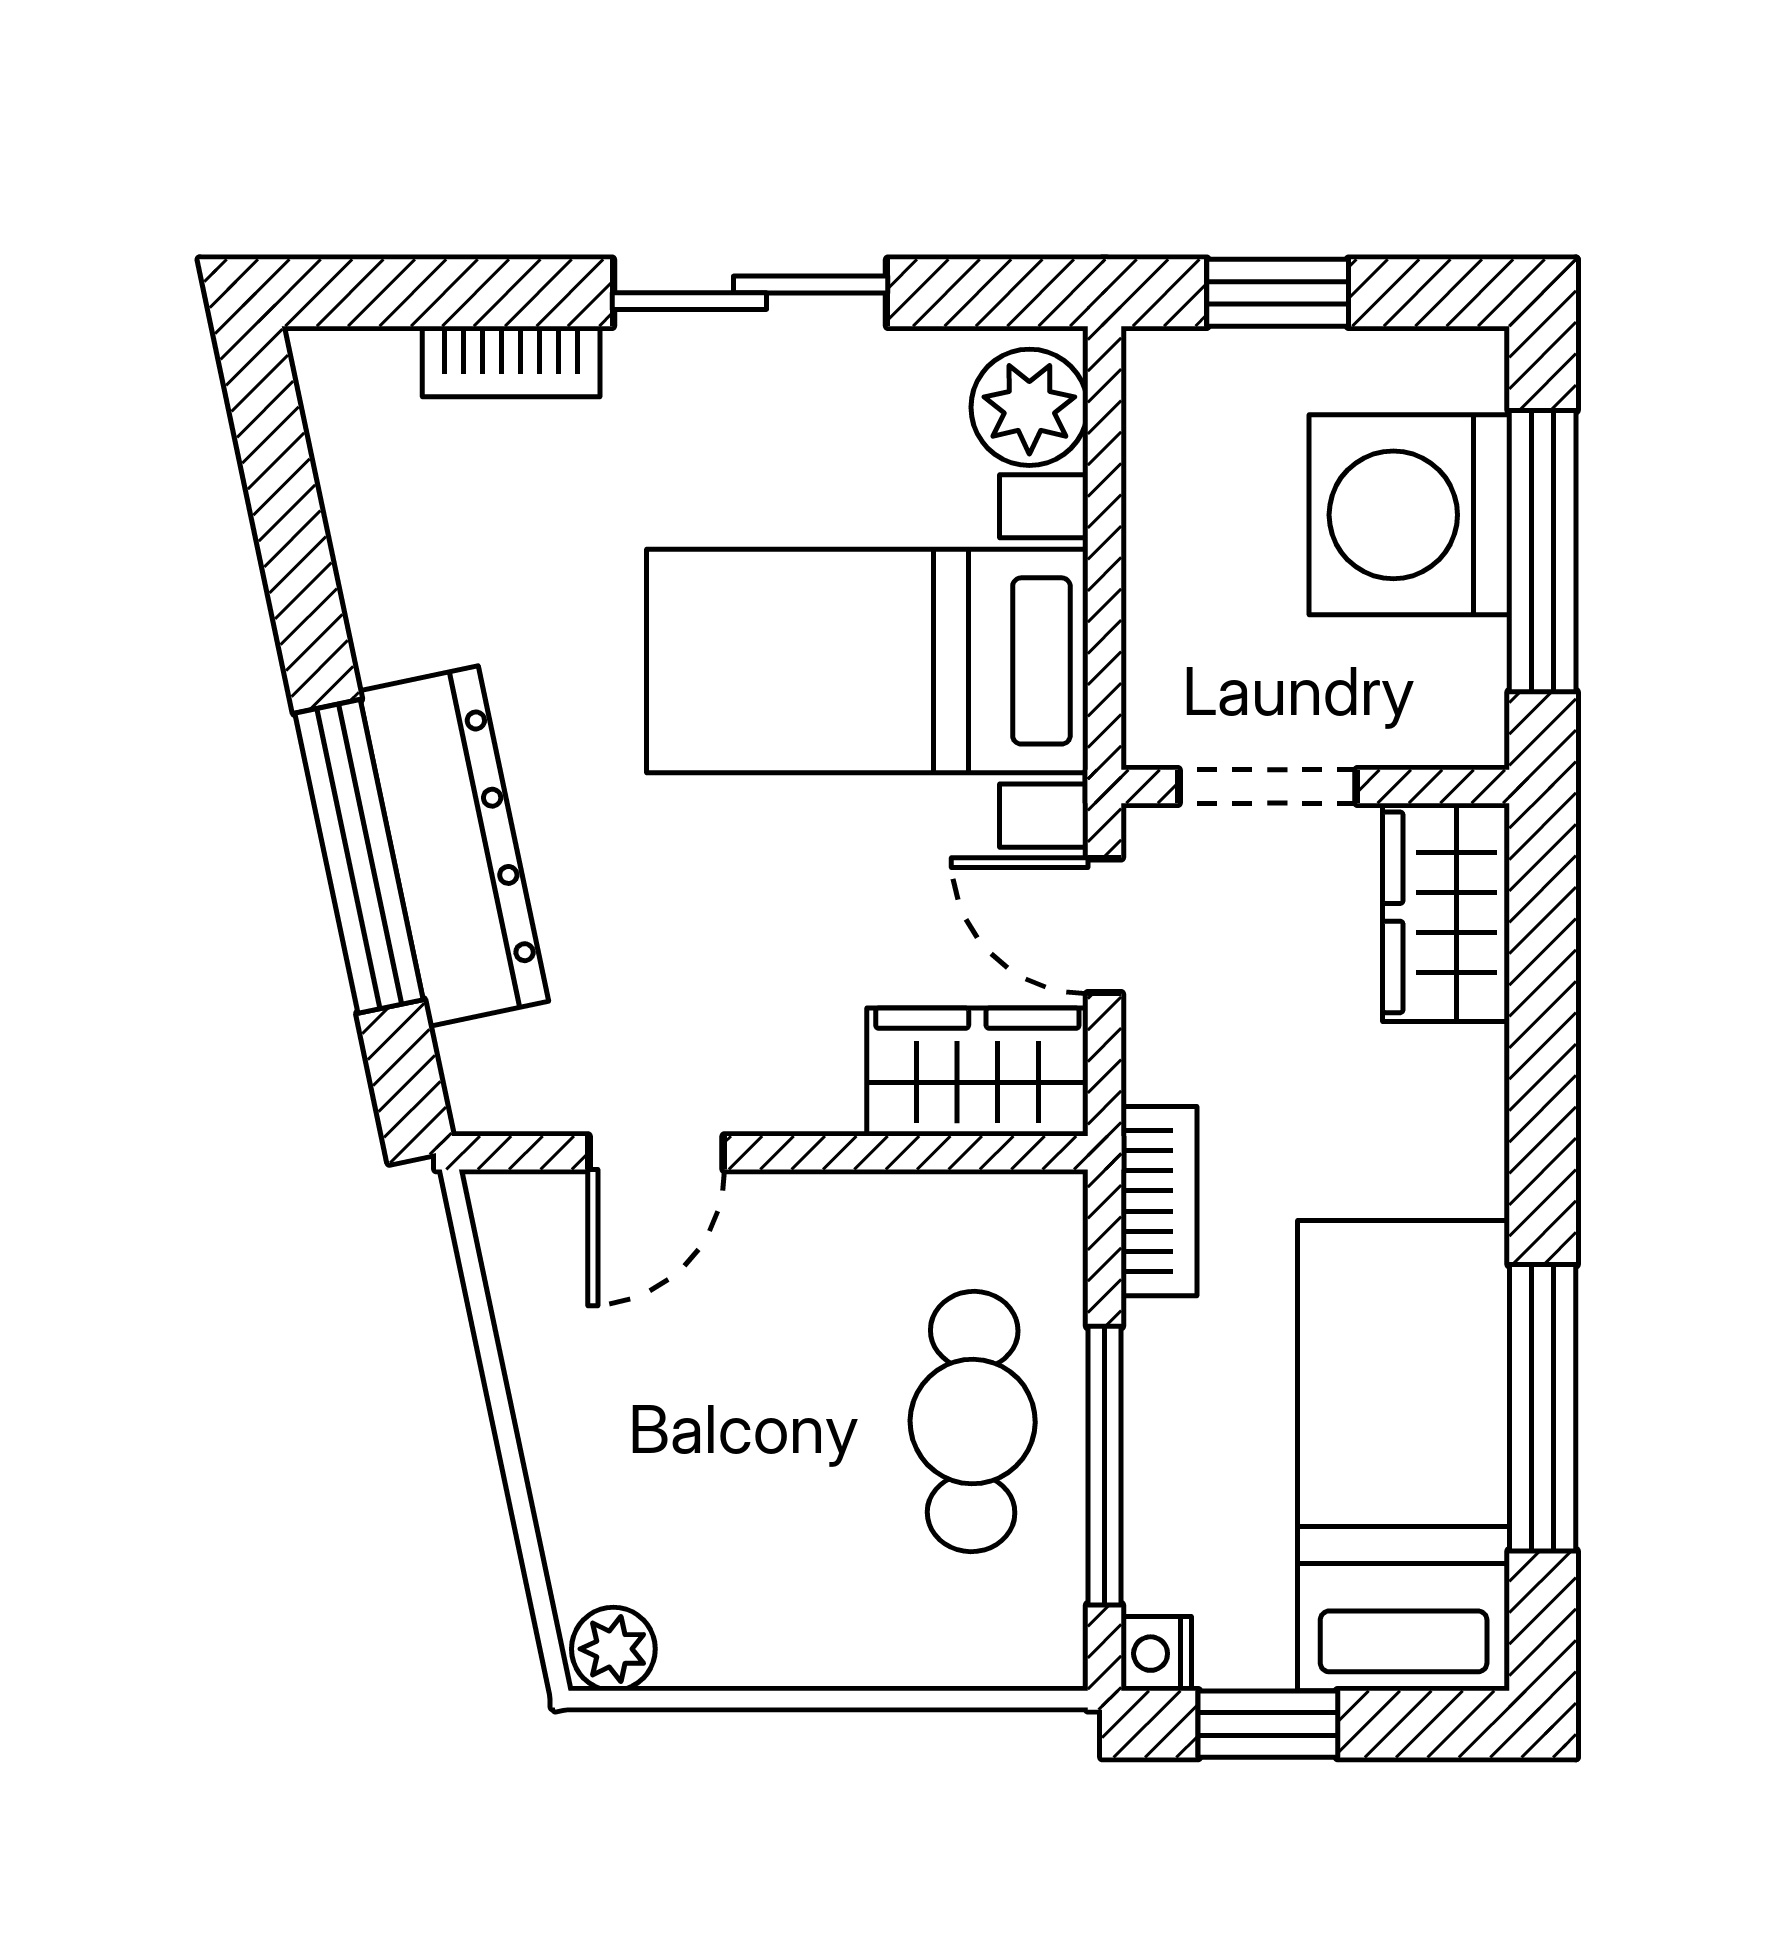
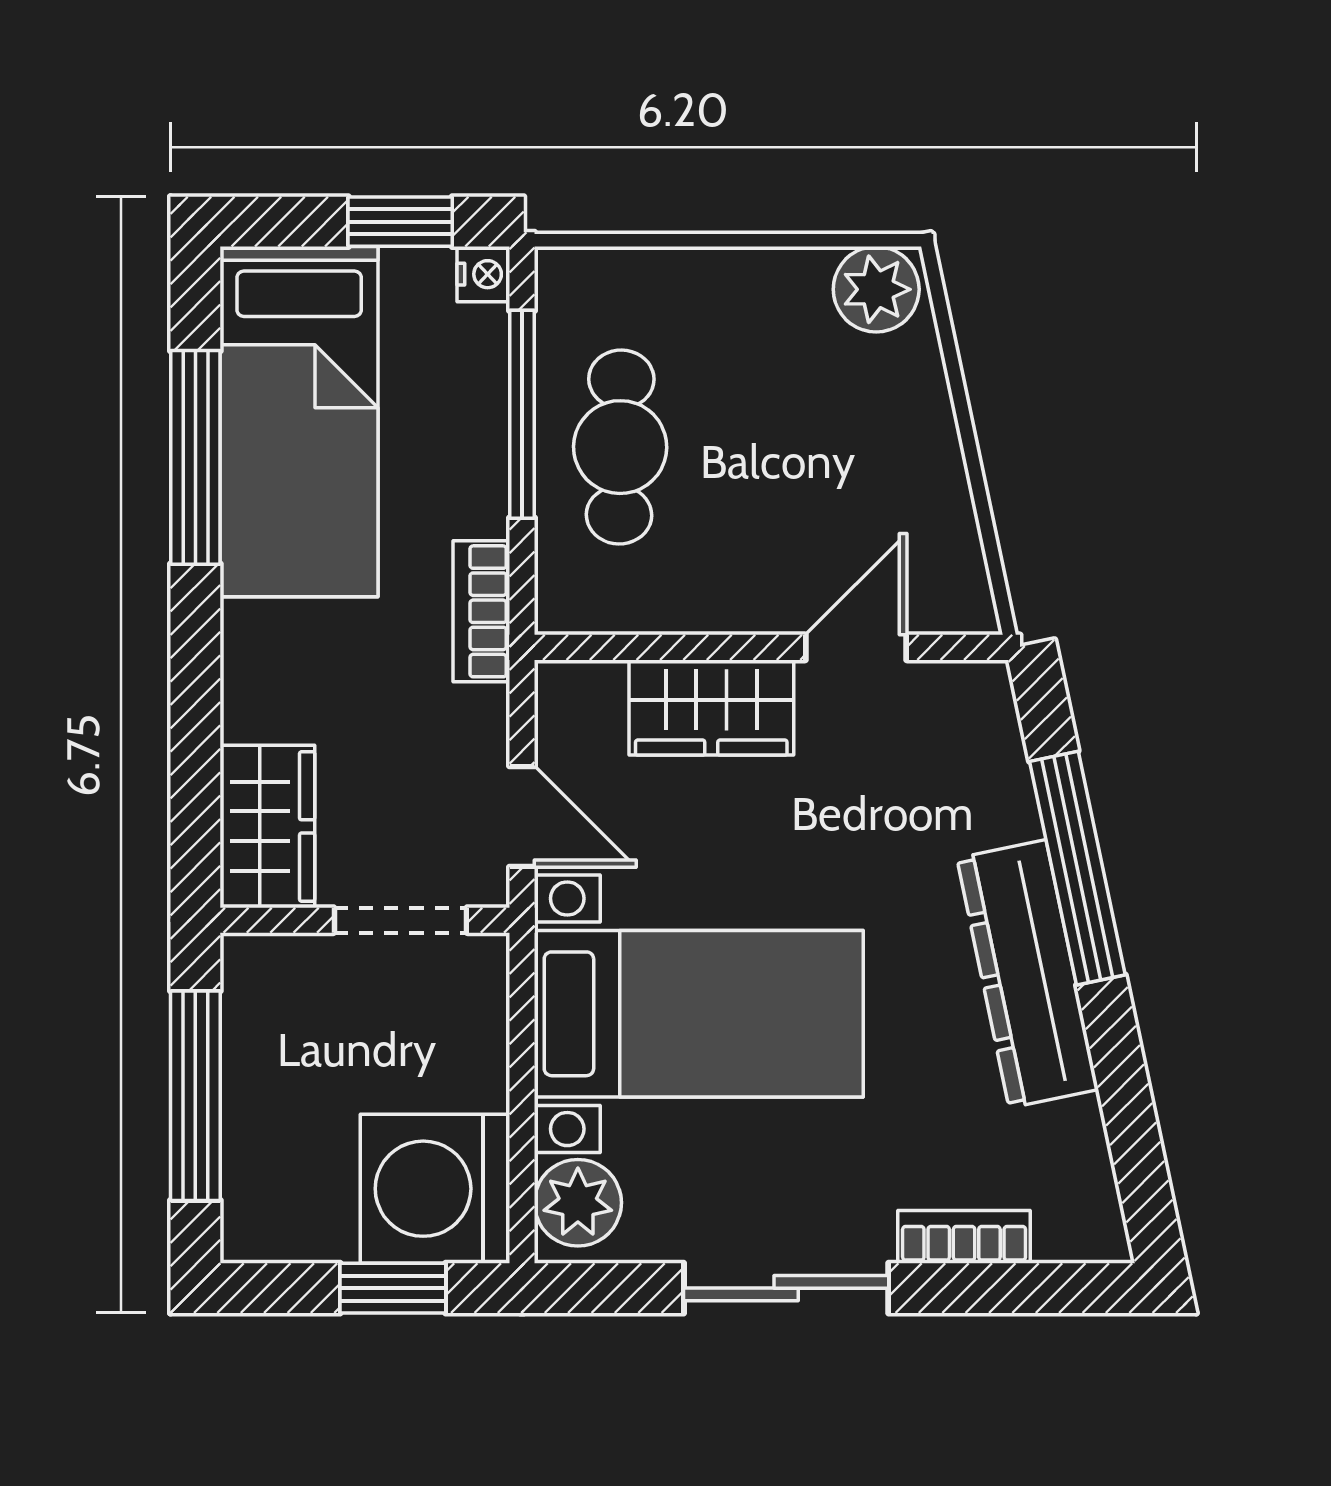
washing machine: (1409, 515) -> (435, 1189), moved, turned 180
dresser: (453, 846) -> (1028, 974), moved
wardrobe: (977, 1072) -> (711, 708), moved
plant: (613, 1649) -> (876, 289), width x1.38, depth x1.38

